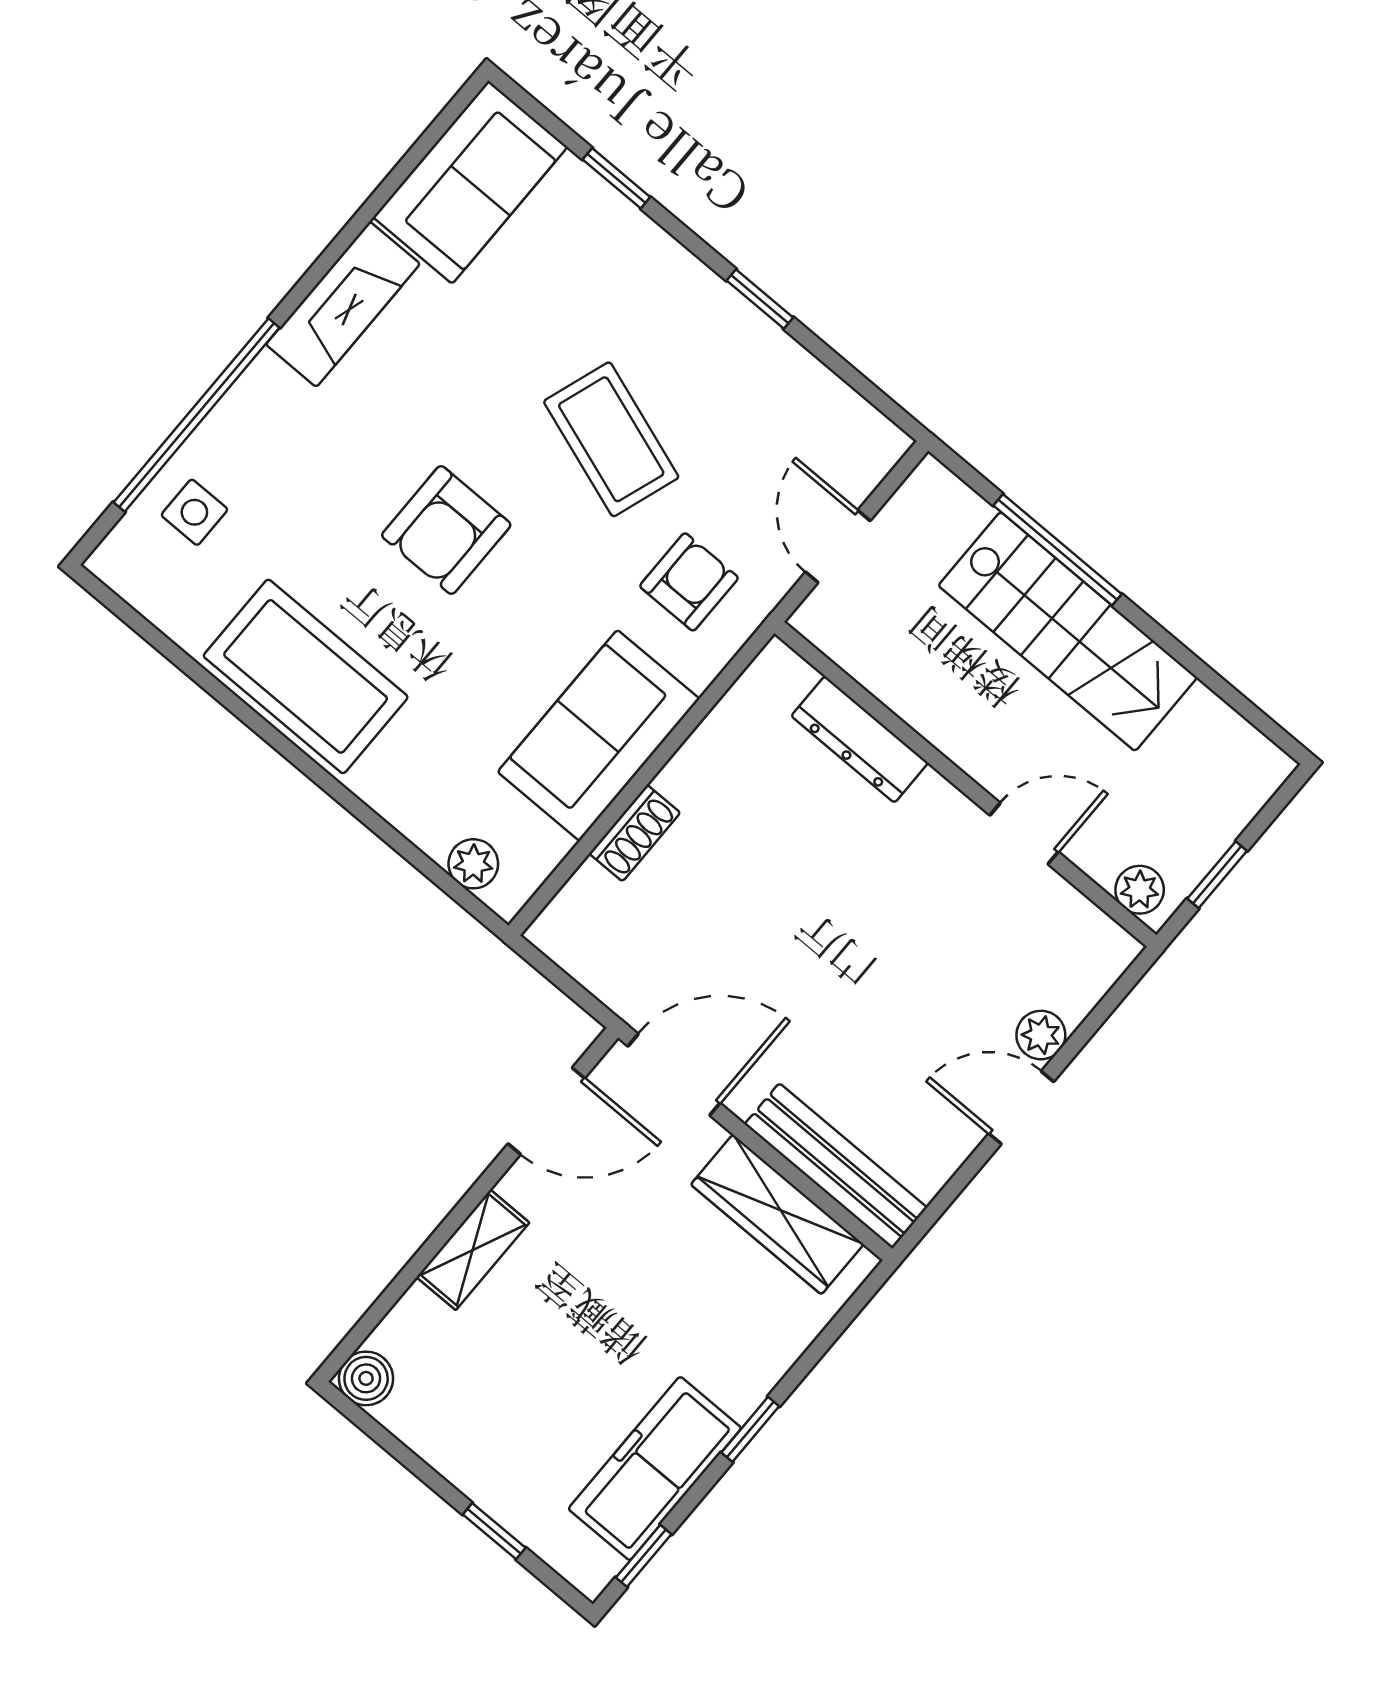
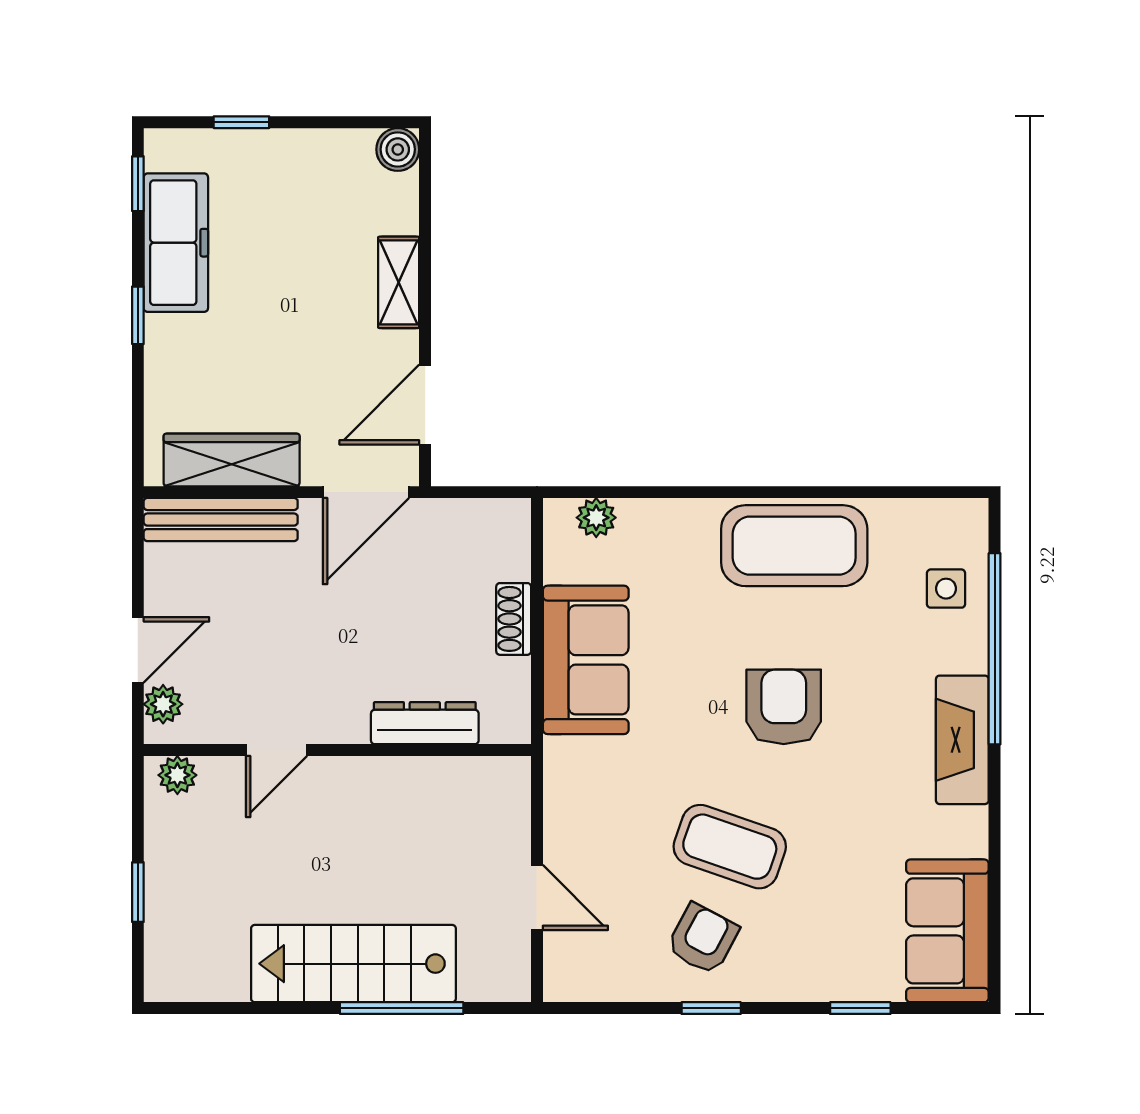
fireplace: (343, 304) -> (962, 740), moved
armchair: (689, 582) -> (703, 939), moved, turned -152
dresser: (860, 739) -> (425, 723), moved
wall: (966, 784) -> (337, 750), moved
door: (1024, 834) -> (276, 750), moved
plant: (1140, 890) -> (177, 775), moved

